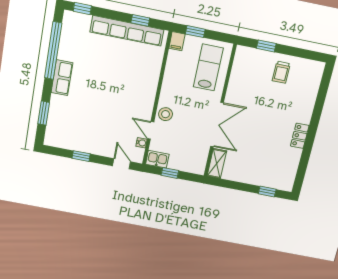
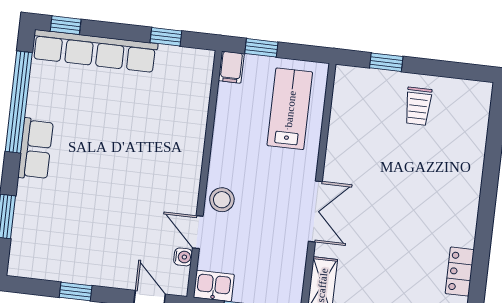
row of seats: (127, 31) -> (95, 51), moved
double door: (217, 125) -> (315, 211), width x0.73
locker: (300, 136) -> (460, 272), moved

